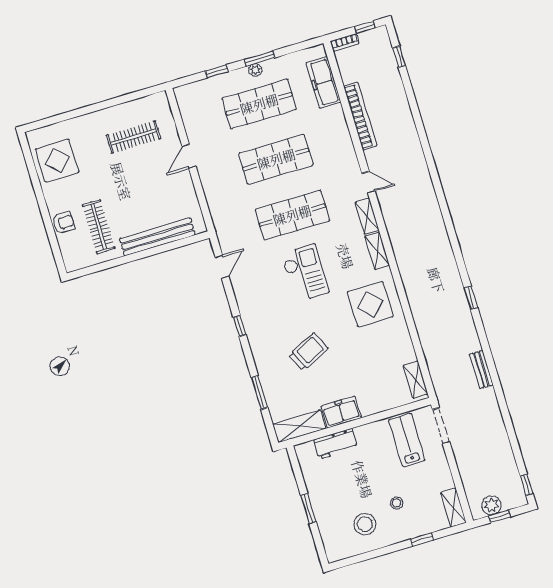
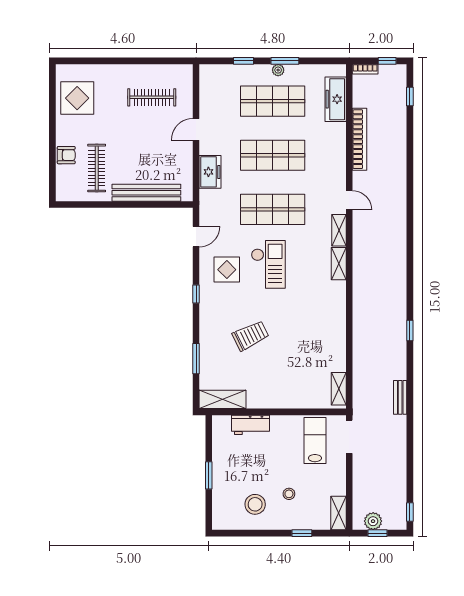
display table: (370, 304) -> (227, 270), moved, width x0.73, depth x0.73
freezer: (341, 412) -> (210, 172), moved, turned 90

